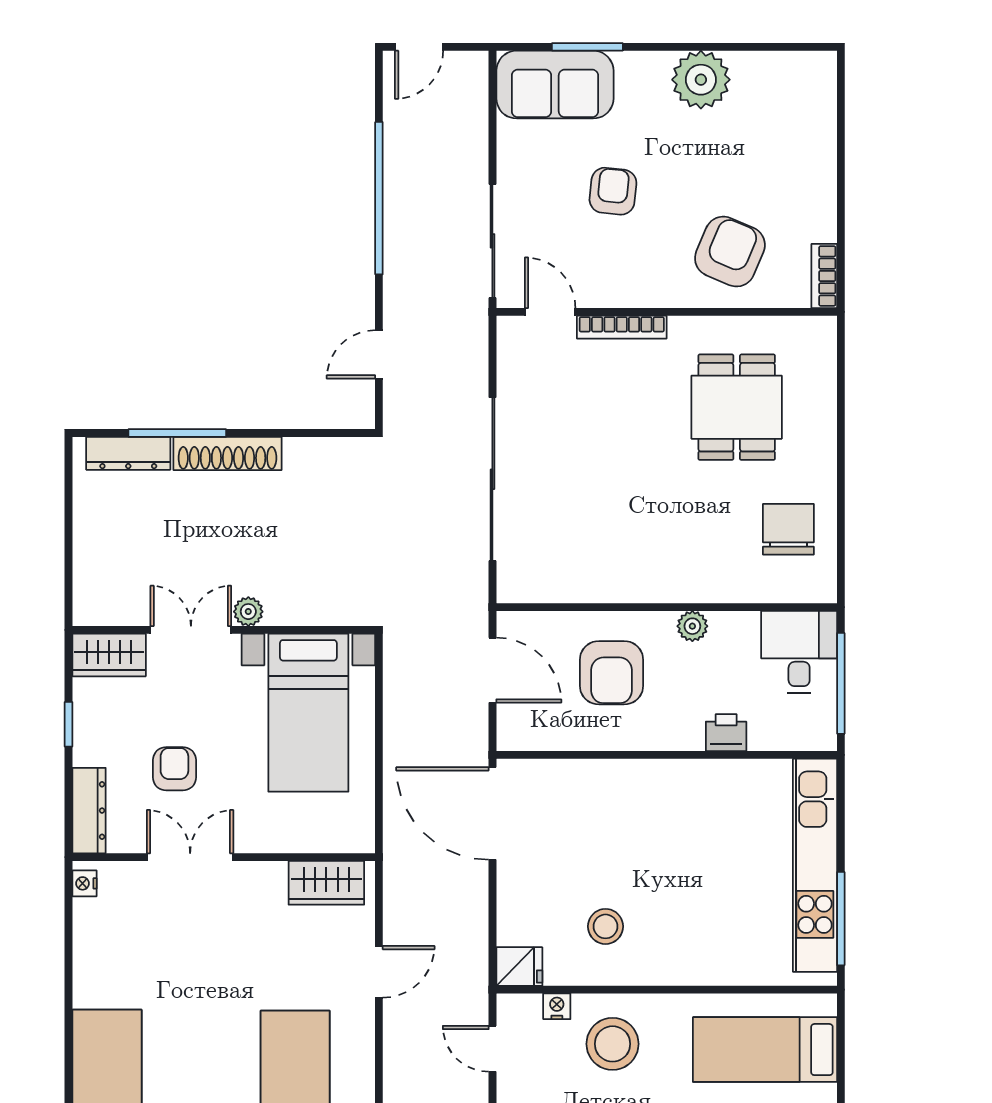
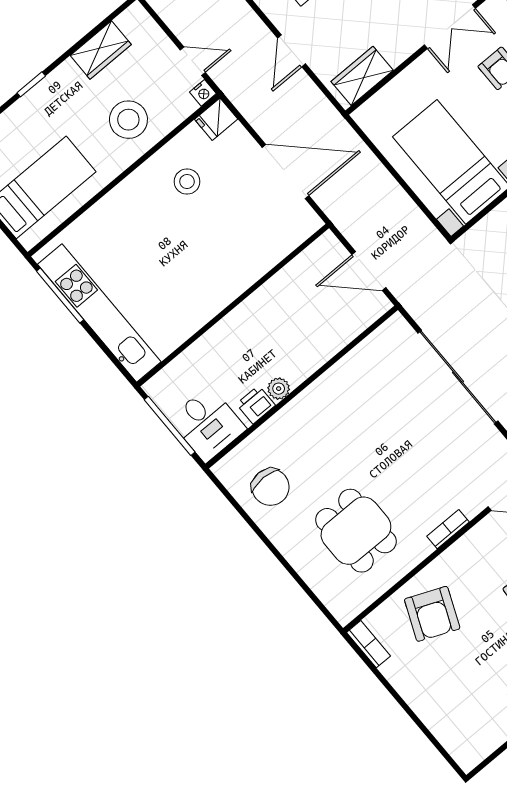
bookcase: (622, 327) -> (448, 529), width x0.64
armchair: (611, 673) -> (302, 325), removed
printer: (726, 733) -> (256, 405), moved, turned 180
door: (492, 813) -> (285, 171), moved
nightstand: (557, 1006) -> (203, 93), moved

